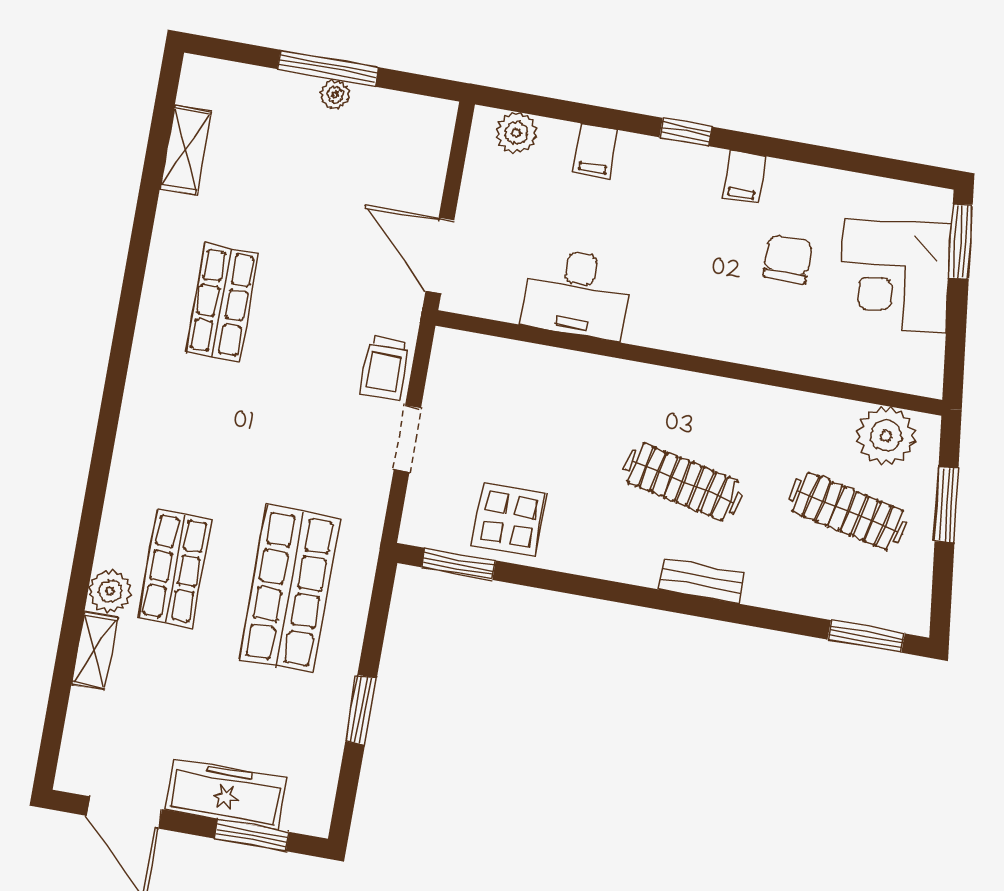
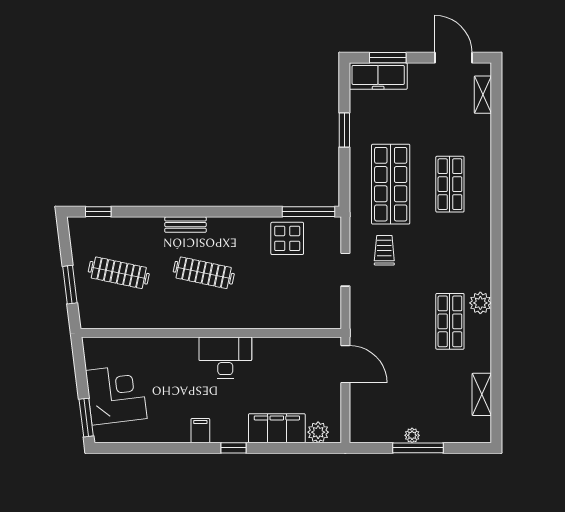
filing cabinet: (596, 151) -> (277, 428), width x3.00, depth x1.17
chair: (788, 259) -> (171, 393), removed
desk: (577, 293) -> (225, 357), moved
trolley: (385, 368) -> (384, 250), moved
plant: (886, 436) -> (106, 314), removed
window: (459, 564) -> (308, 212), width x1.44
plant: (110, 591) -> (480, 303), moved
window: (866, 636) -> (98, 212), width x0.67
shelving: (94, 651) -> (483, 95), moved
freezer: (226, 794) -> (378, 76), moved

